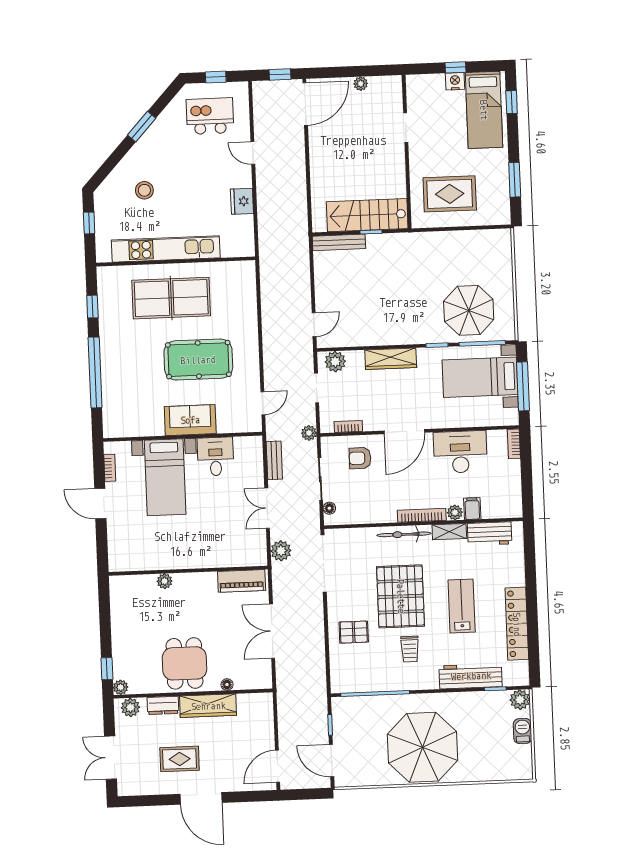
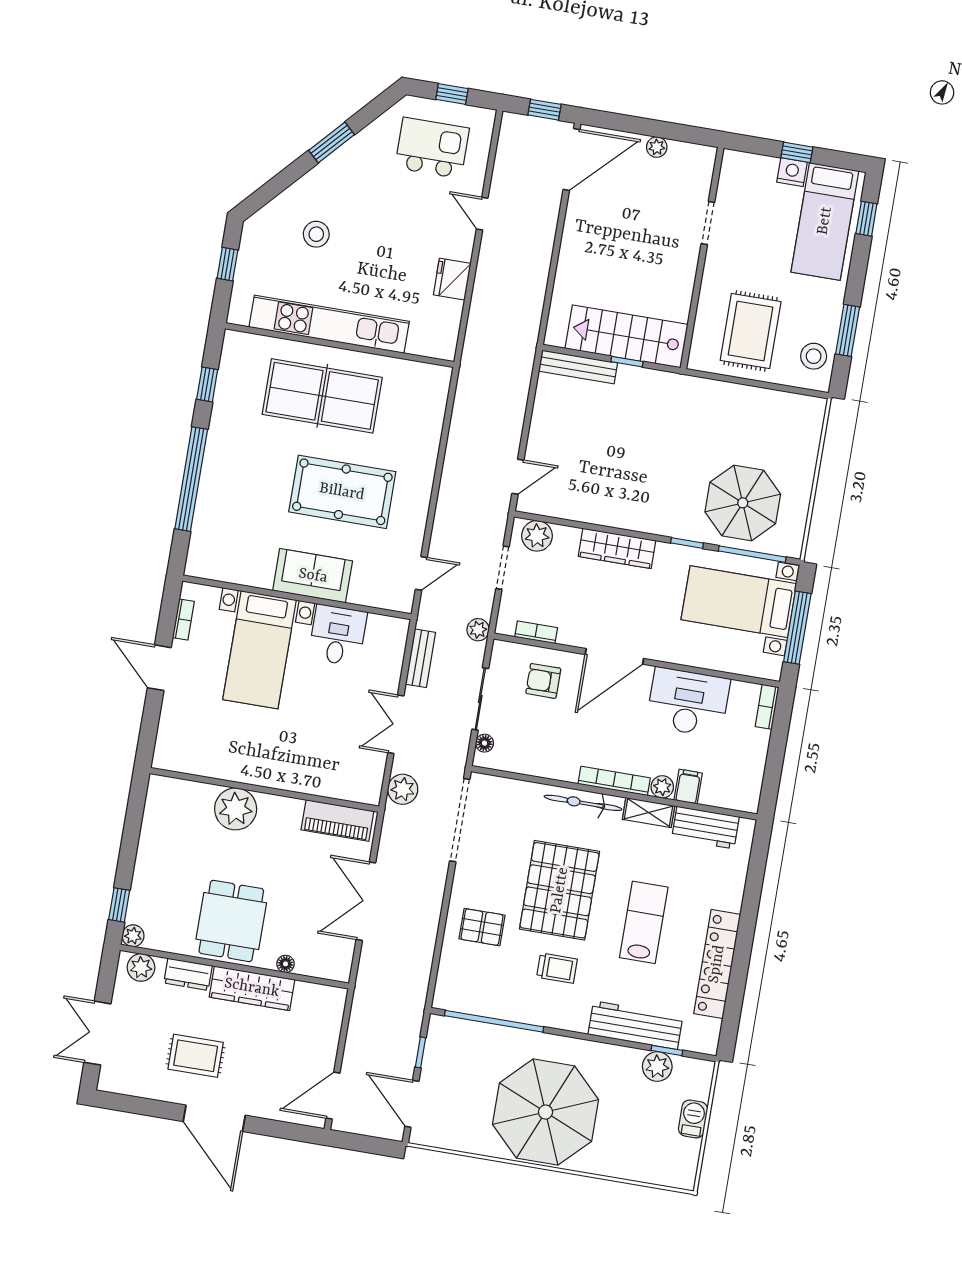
rug: (450, 194) -> (751, 331), turned 90
stool: (496, 202) -> (814, 356), added
plant: (165, 581) -> (236, 809), width x1.87, depth x1.87
trolley: (410, 649) -> (557, 968), turned -90
plant: (520, 700) -> (657, 1067), moved

